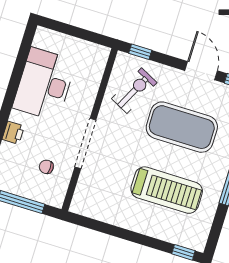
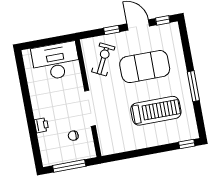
window: (140, 52) -> (112, 30), moved
desk: (44, 84) -> (56, 61), moved, turned 90

